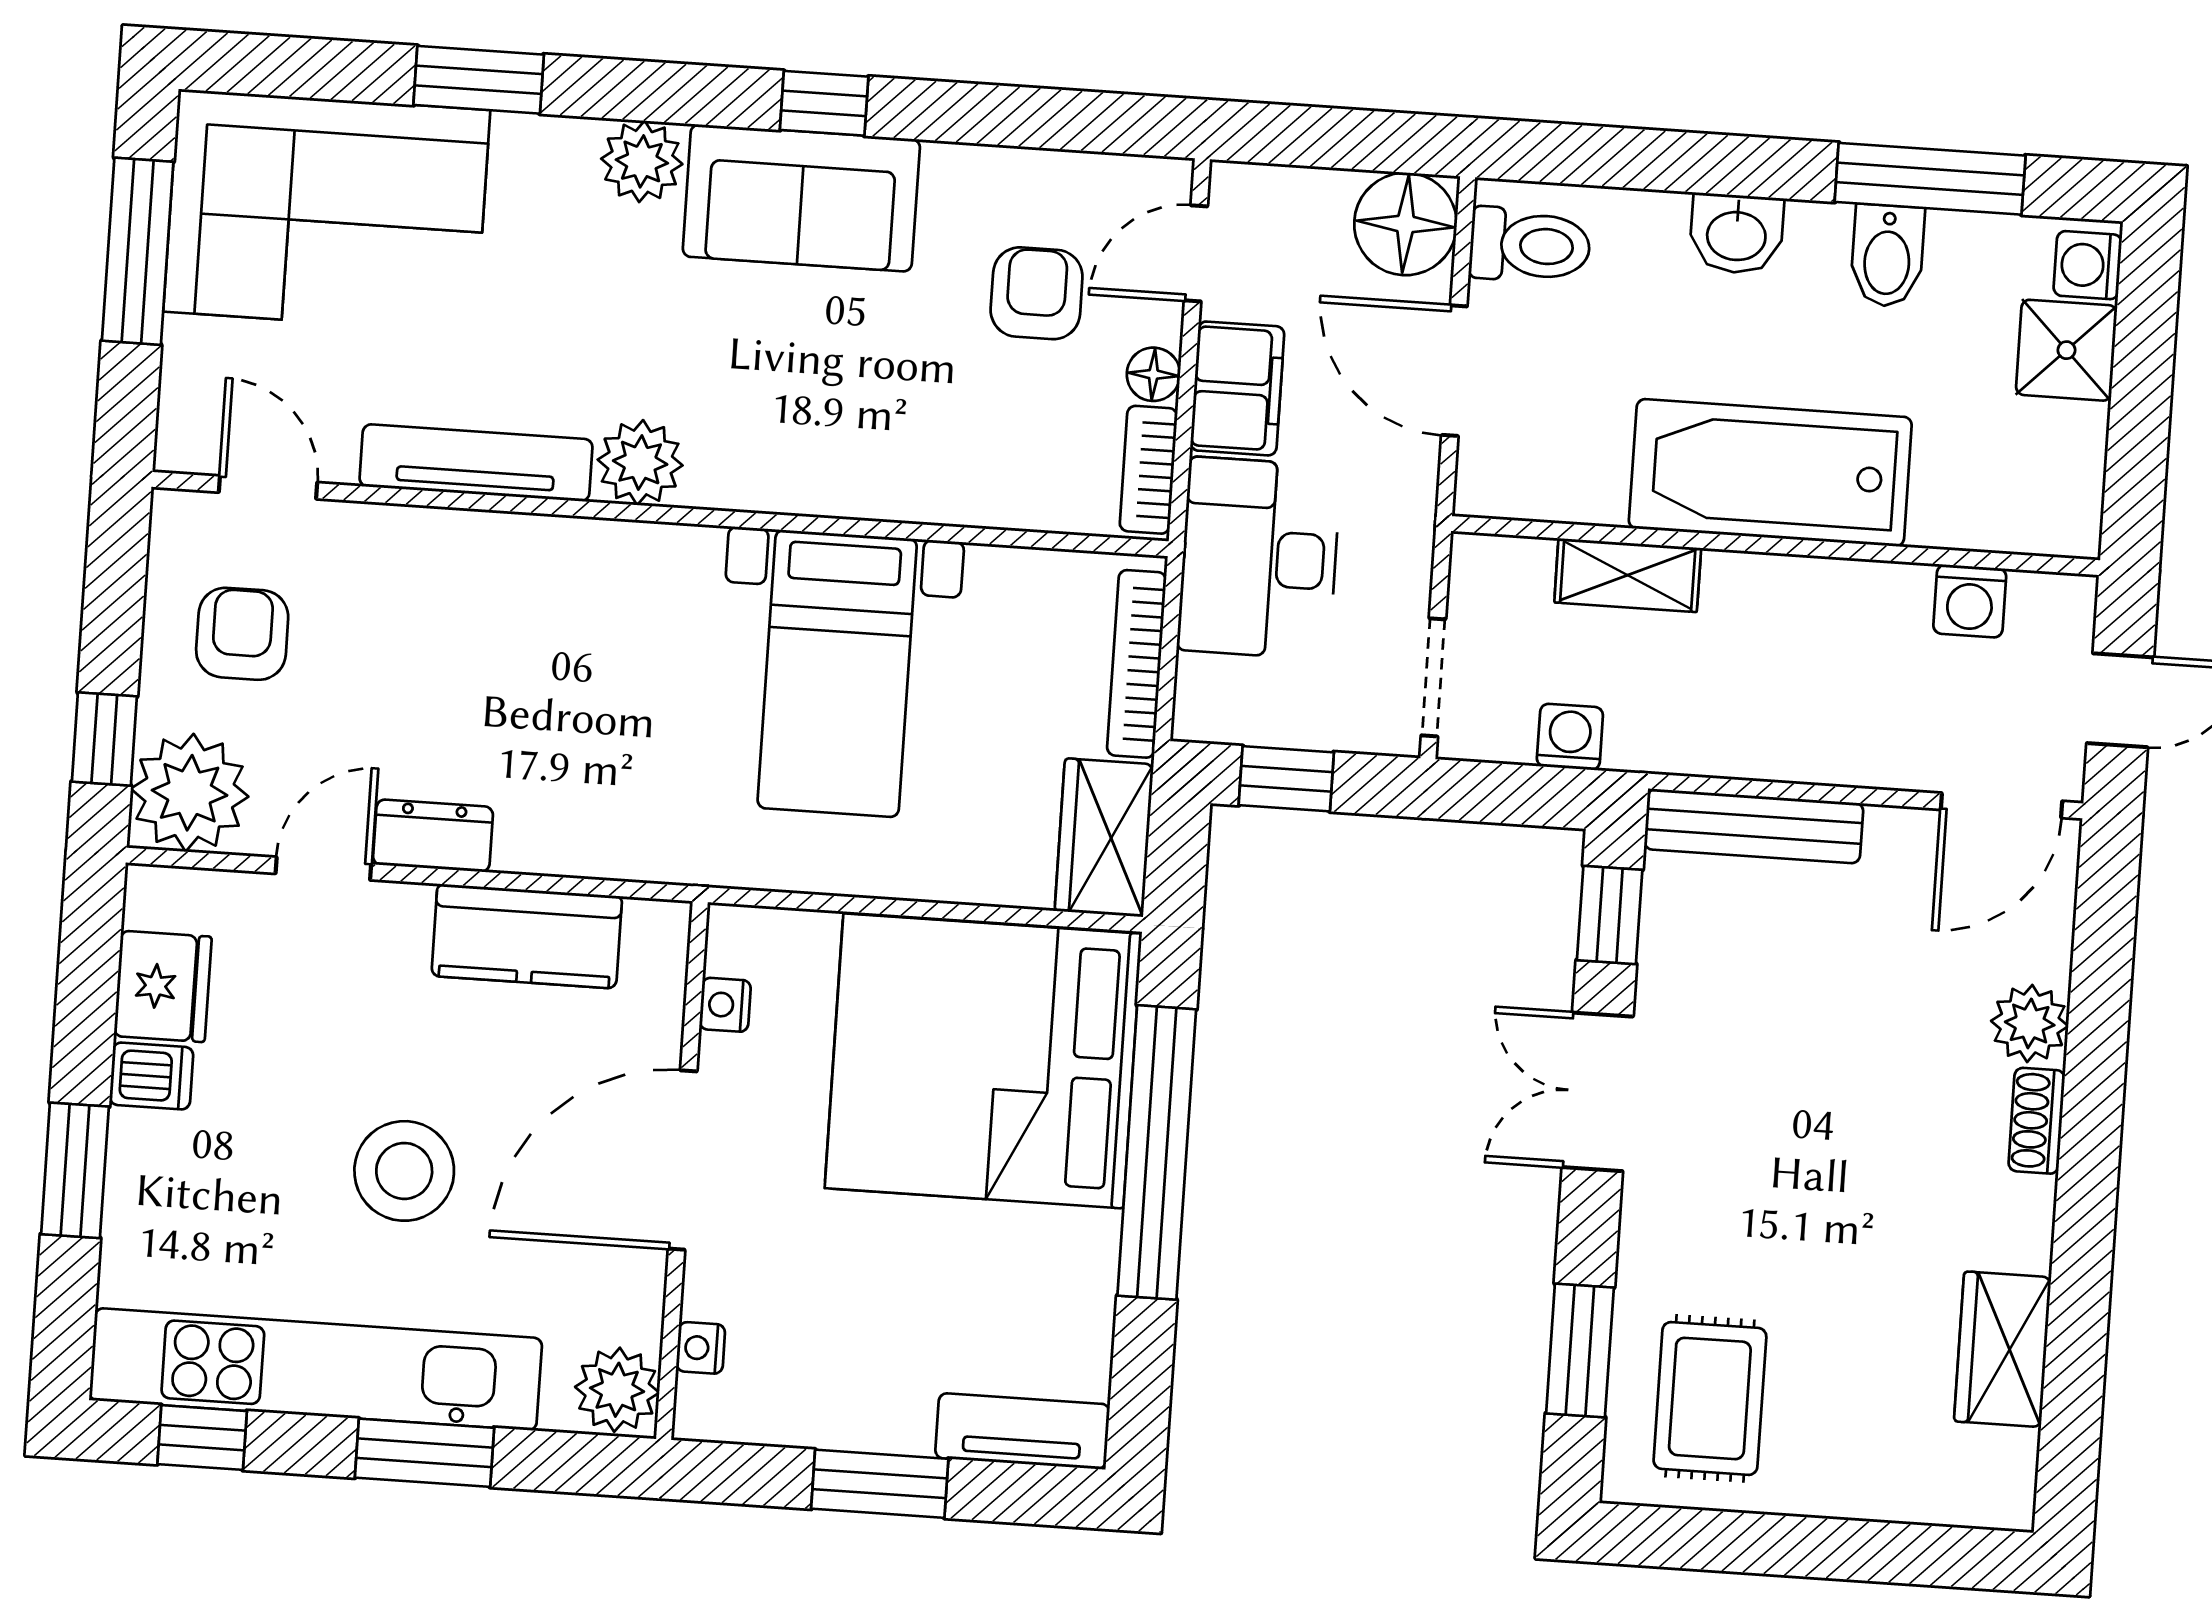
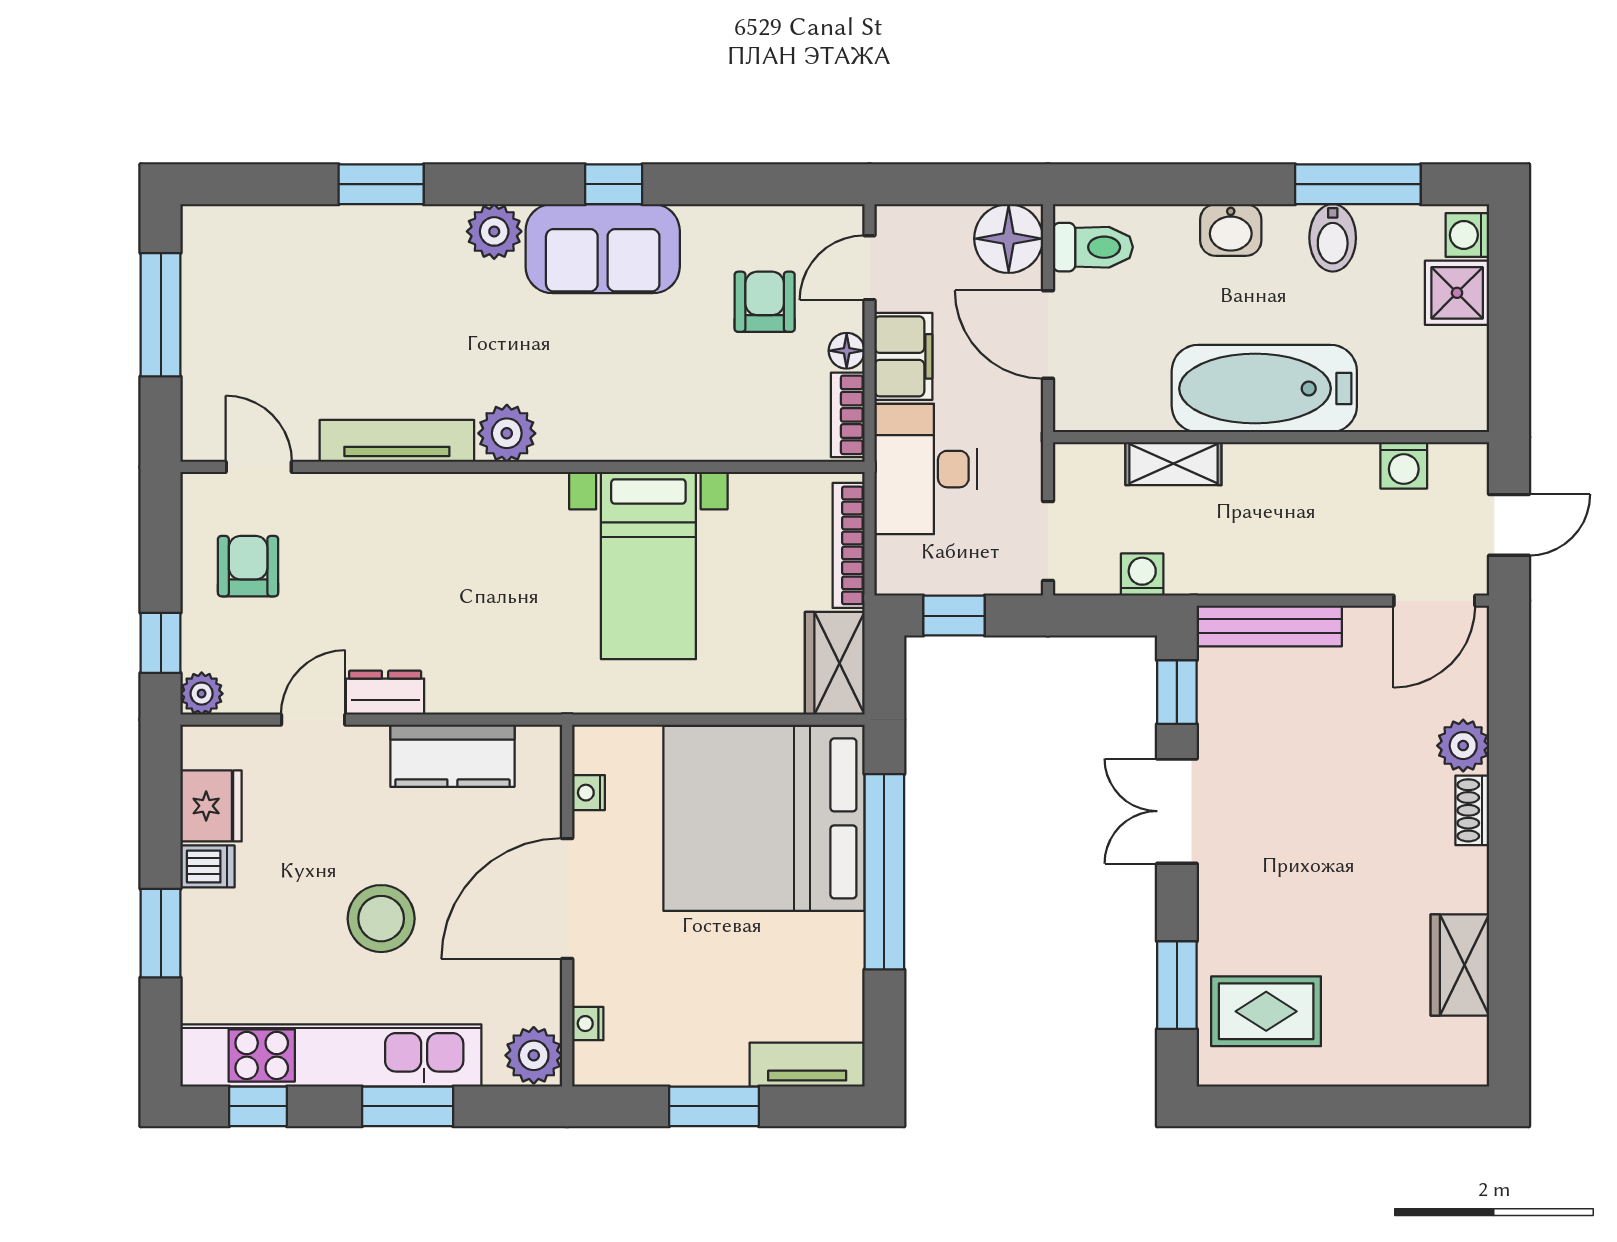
corner sofa: (327, 211) -> (285, 279), removed
plant: (190, 793) -> (202, 694), width x0.53, depth x0.53
rug: (1710, 1398) -> (1266, 1011), turned 90

